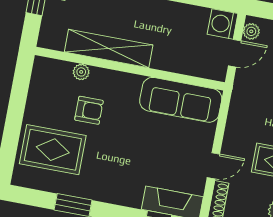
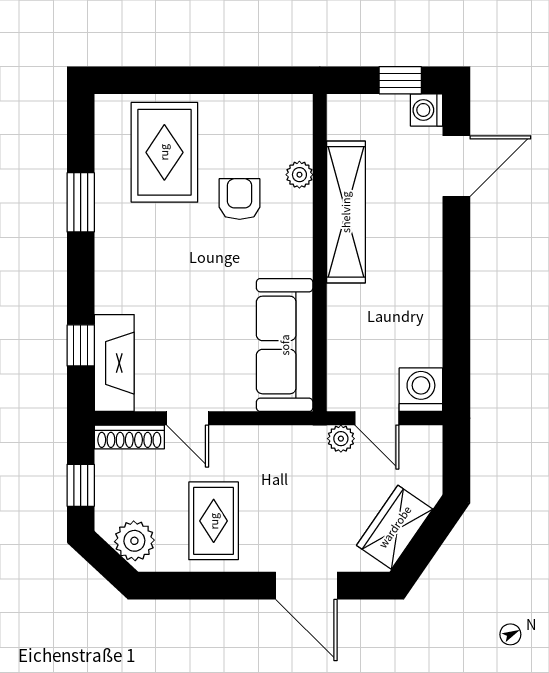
plant: (251, 31) -> (341, 439), moved
armchair: (89, 110) -> (240, 199), turned 180

